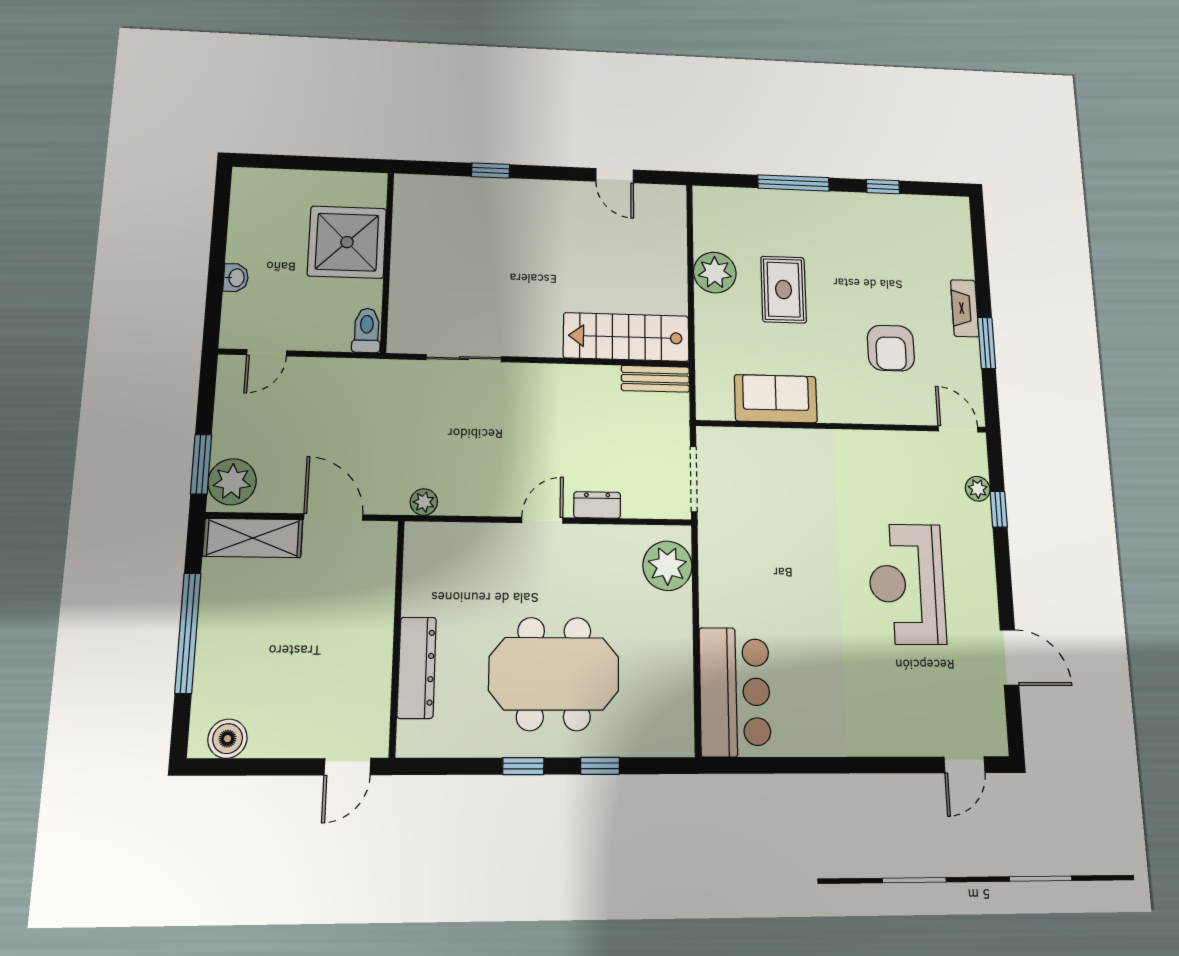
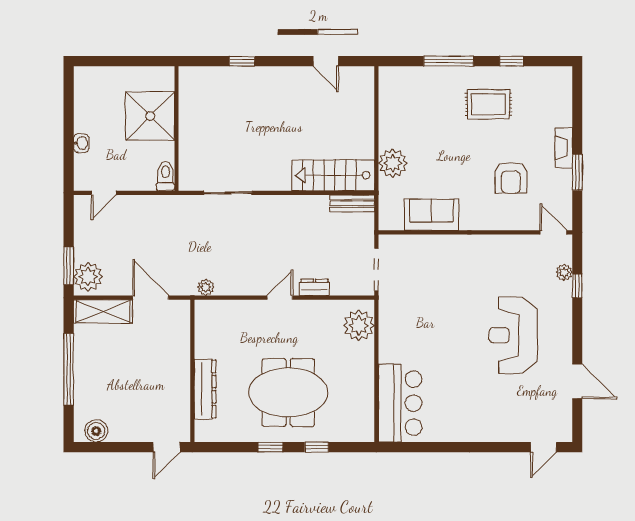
plant: (715, 273) -> (393, 163), moved
rug: (783, 290) -> (488, 104), moved, turned 90

